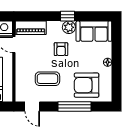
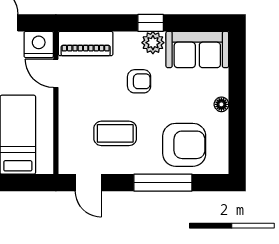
armchair: (61, 49) -> (139, 81), turned -90
armchair: (87, 85) -> (184, 145), turned 180

